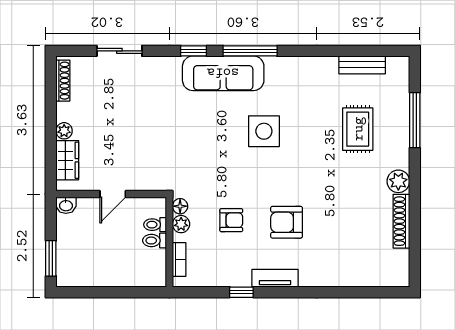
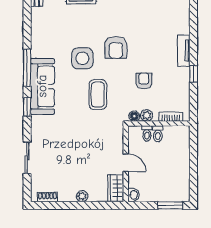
shoe rack: (63, 81) -> (48, 197), width x0.70
coffee table: (211, 153) -> (98, 95), added
wardrobe: (67, 160) -> (116, 188), moved, turned -90
armchair: (287, 222) -> (116, 47), moved

